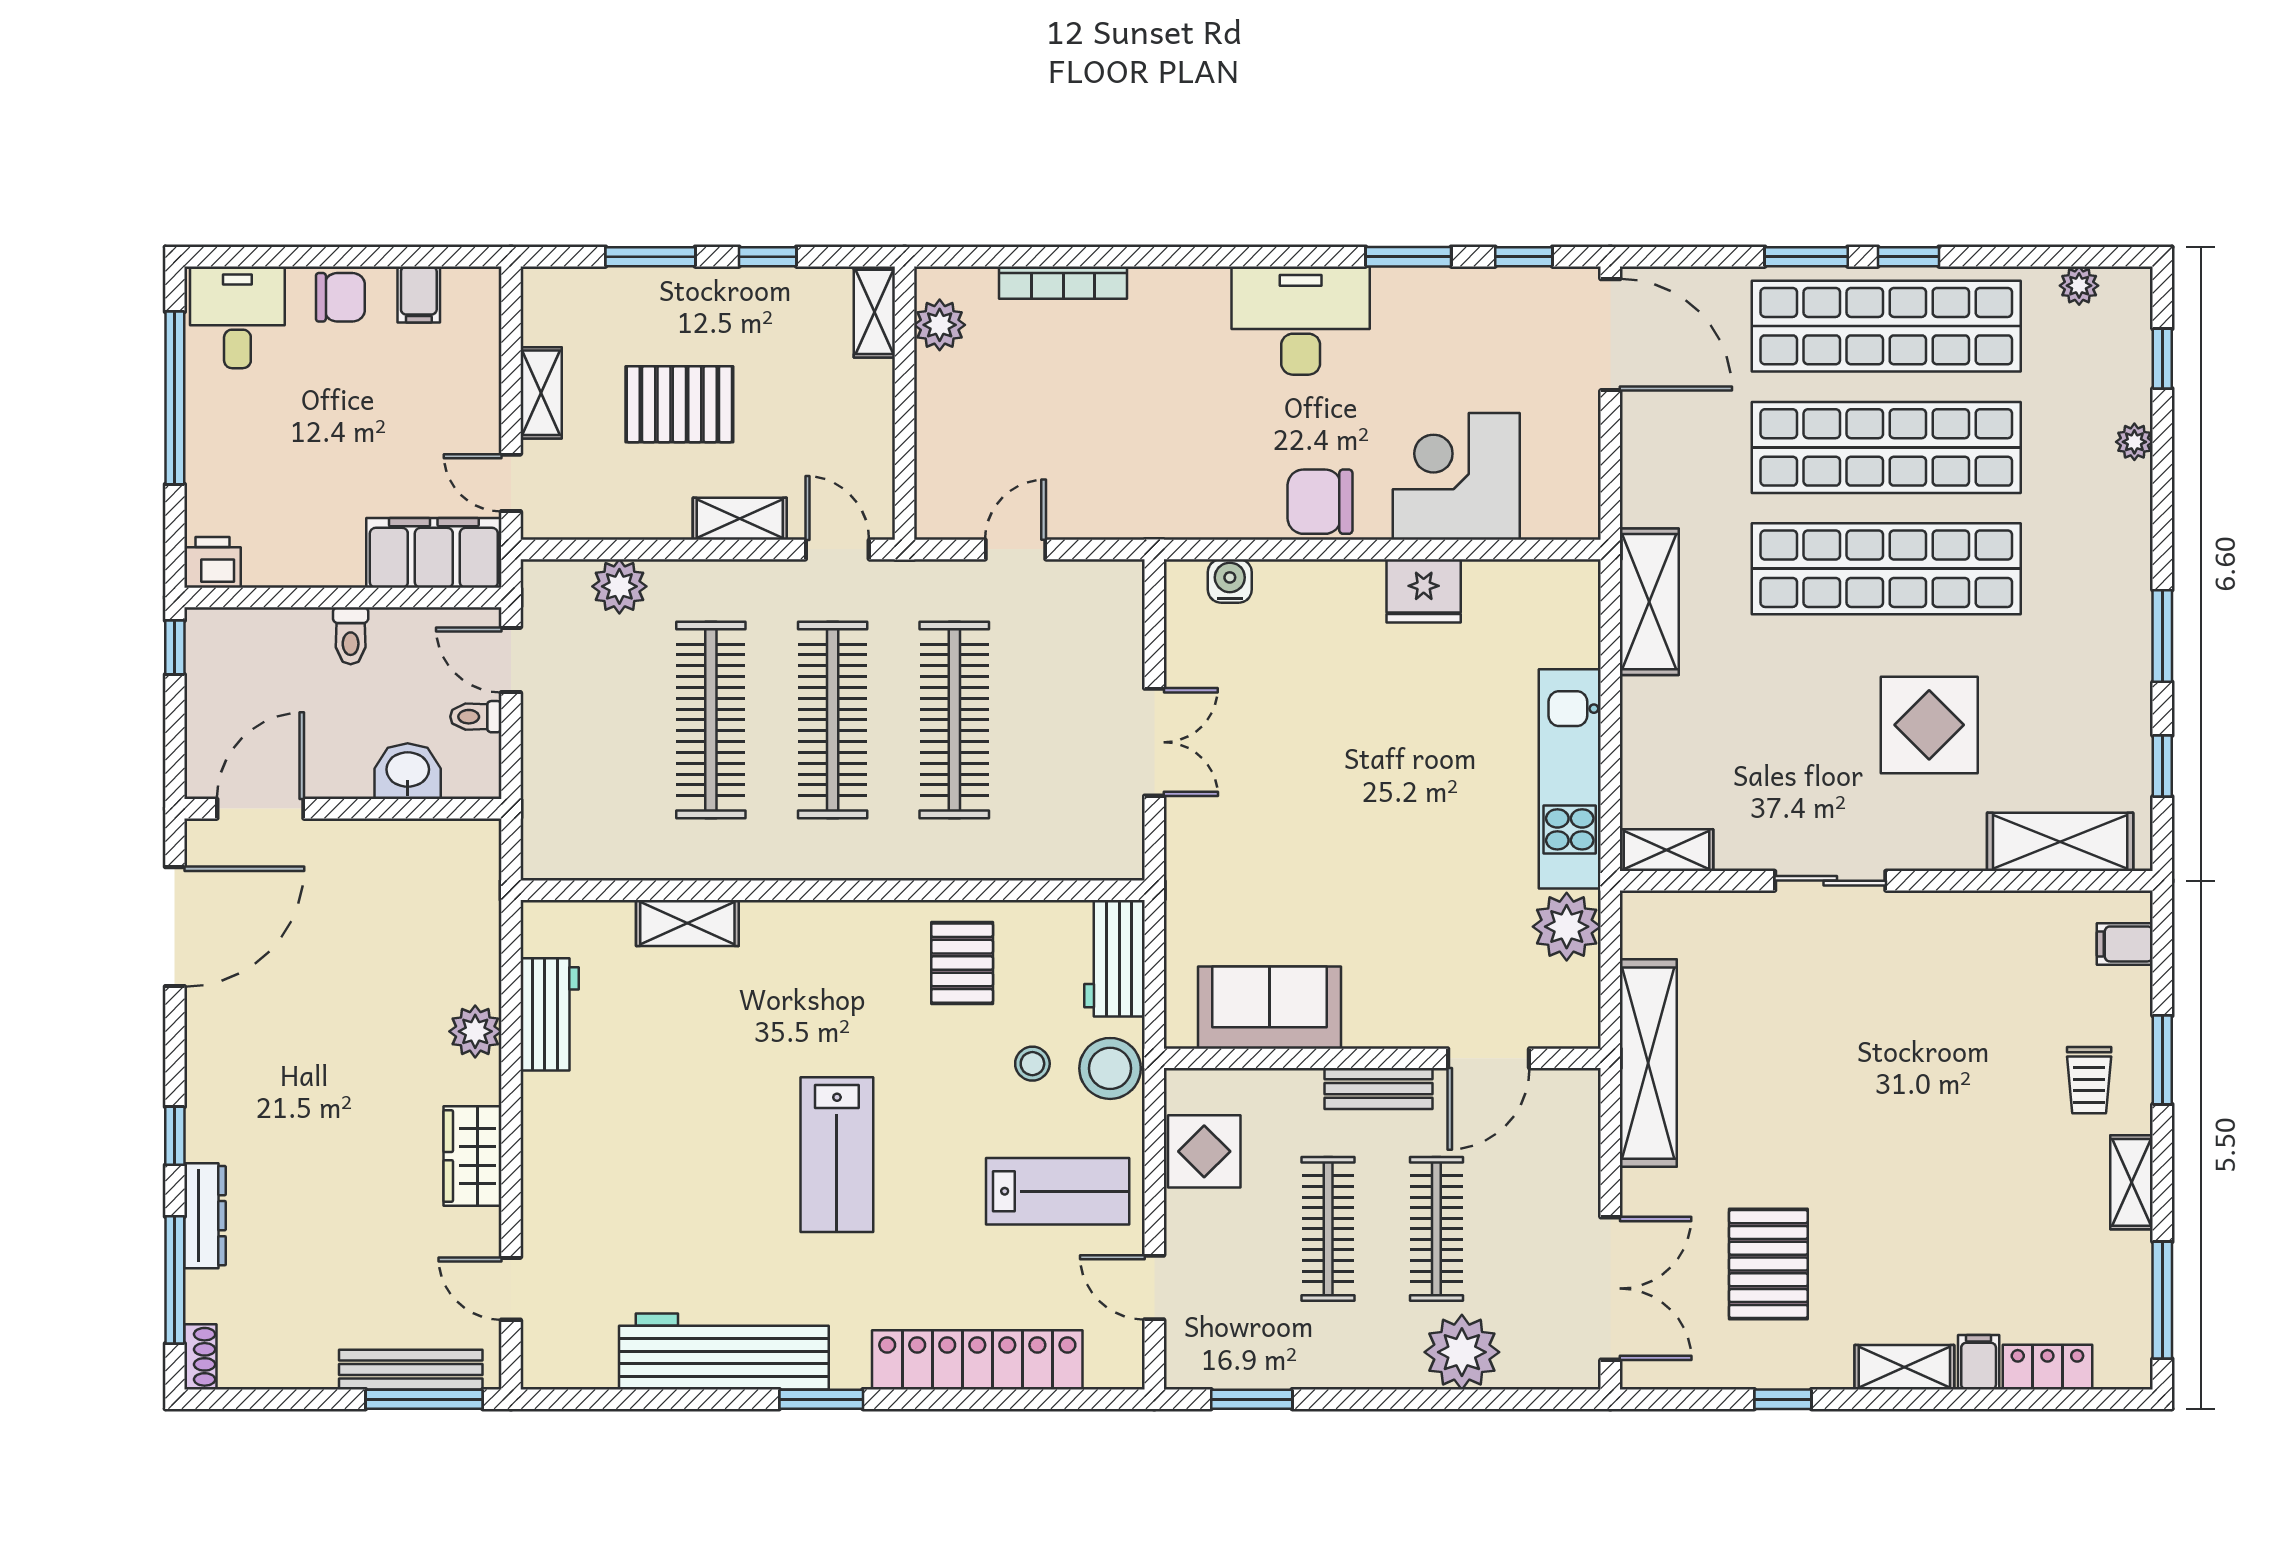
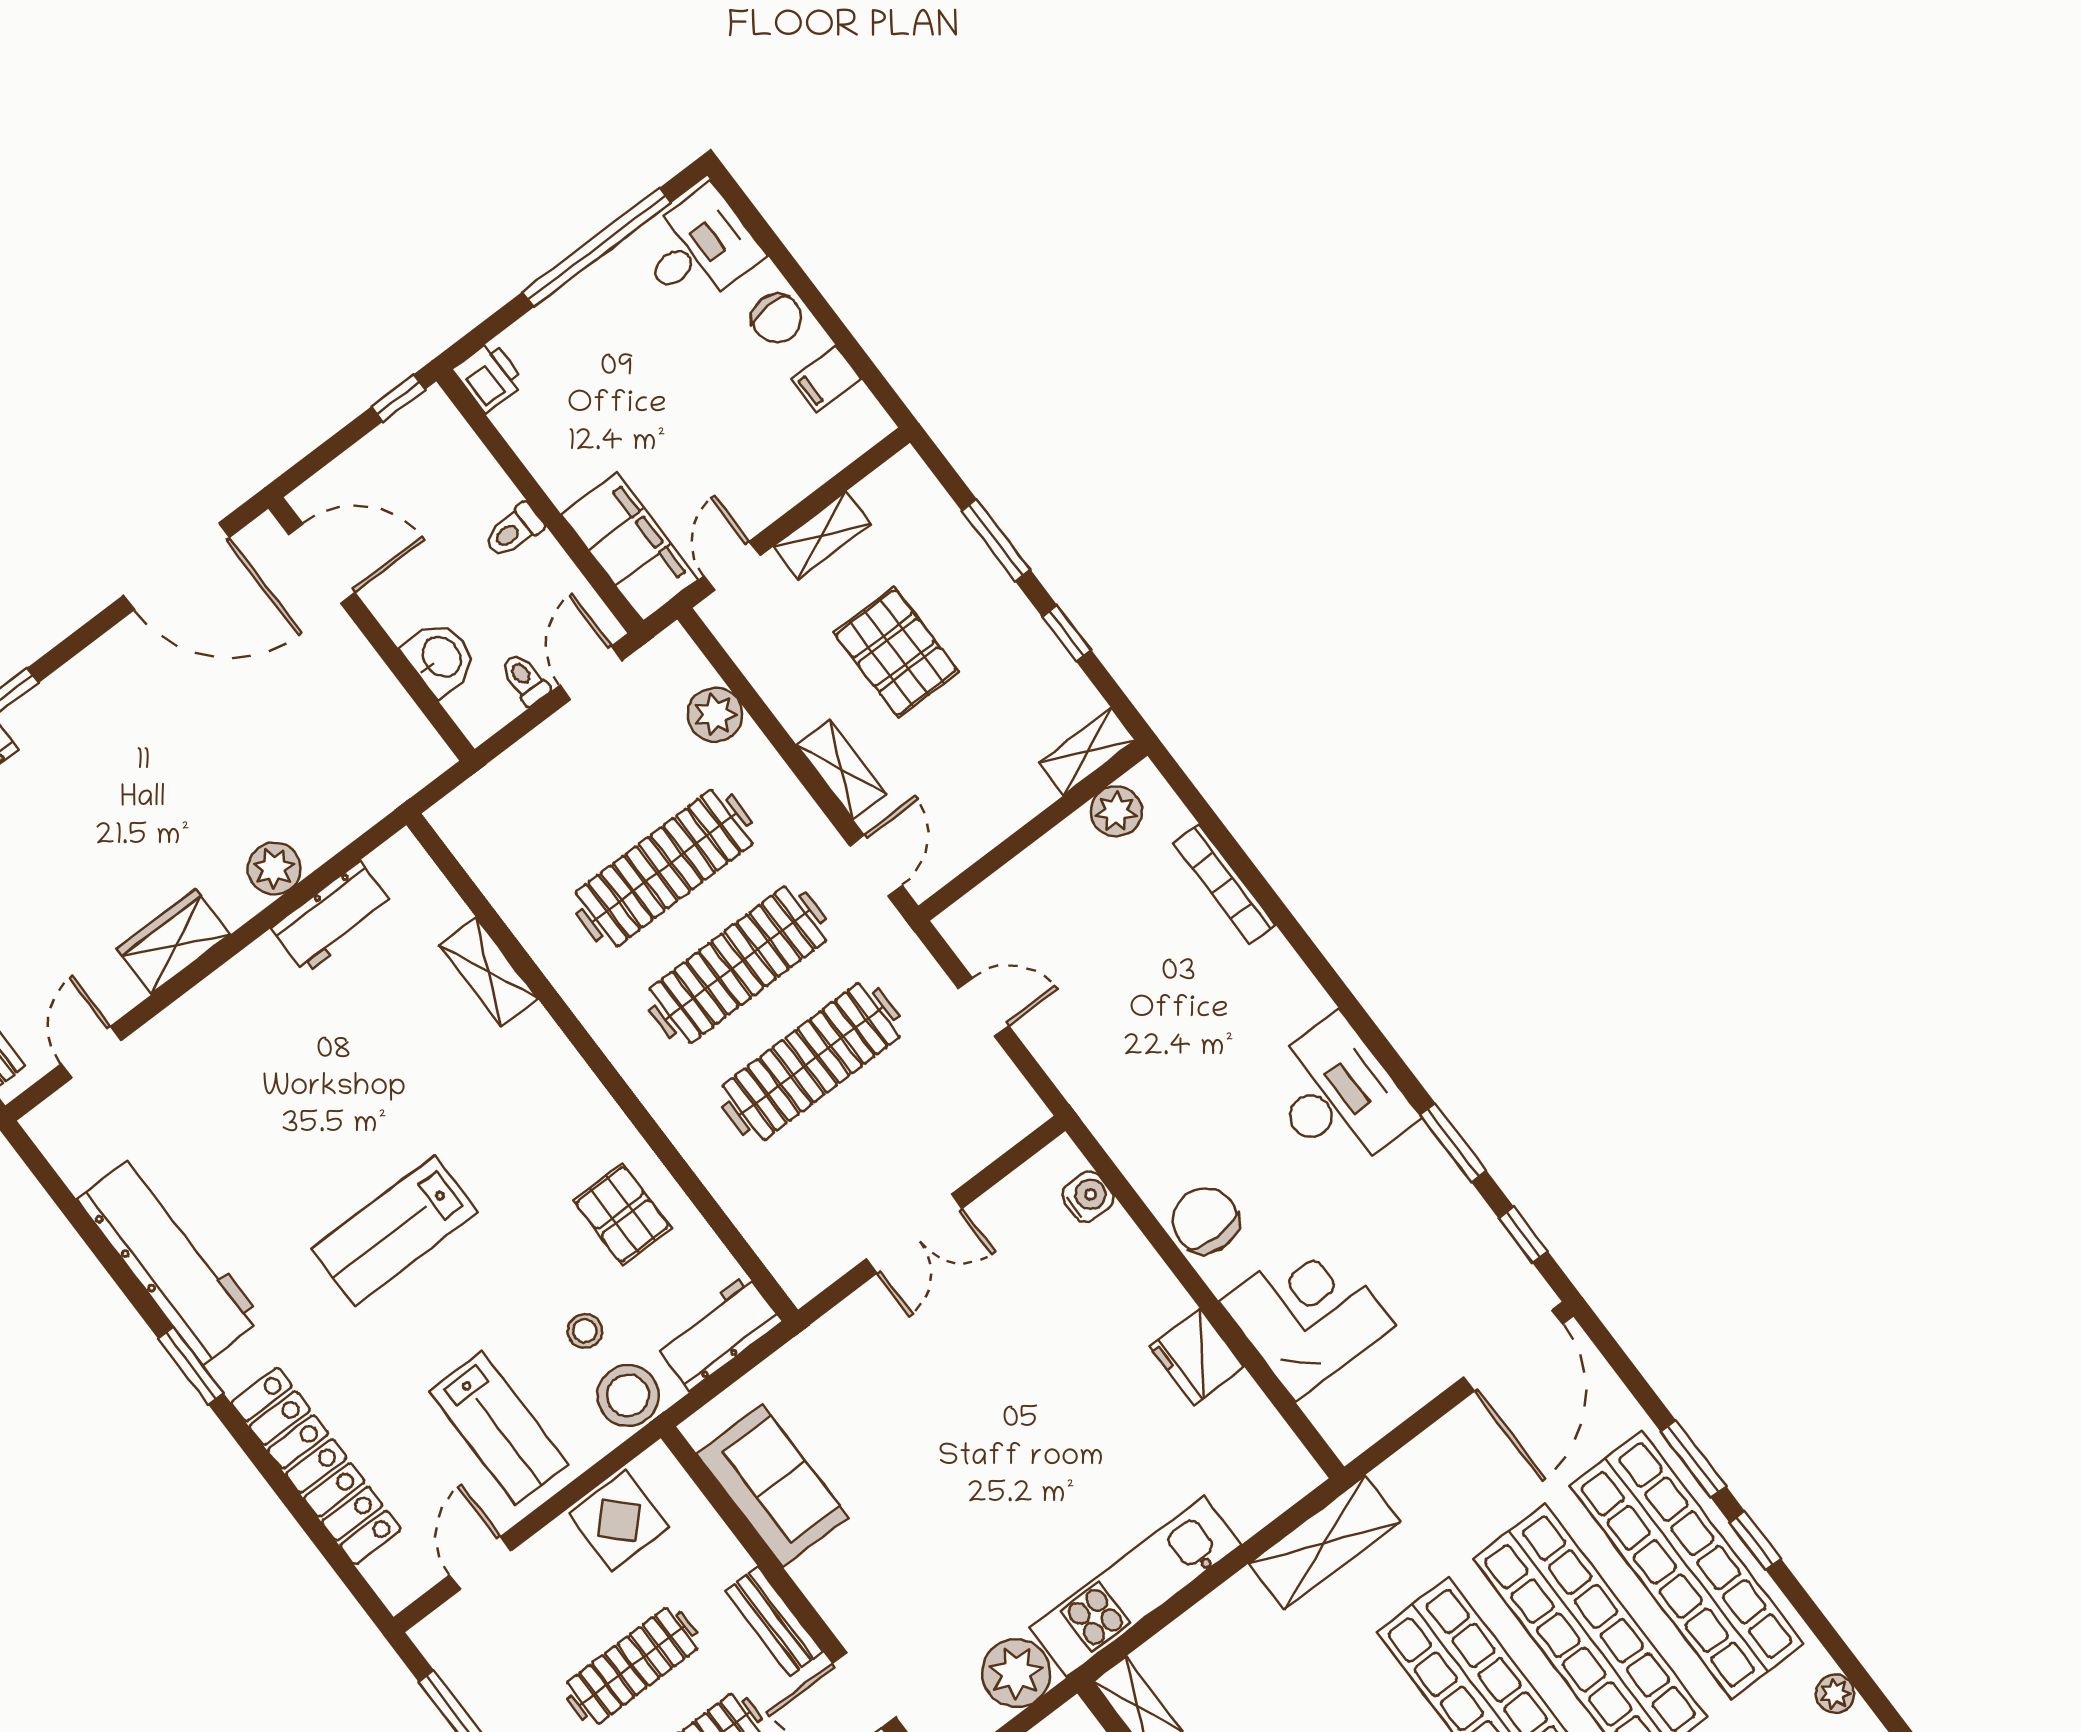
pallet: (962, 963) -> (622, 1214), turned 90

